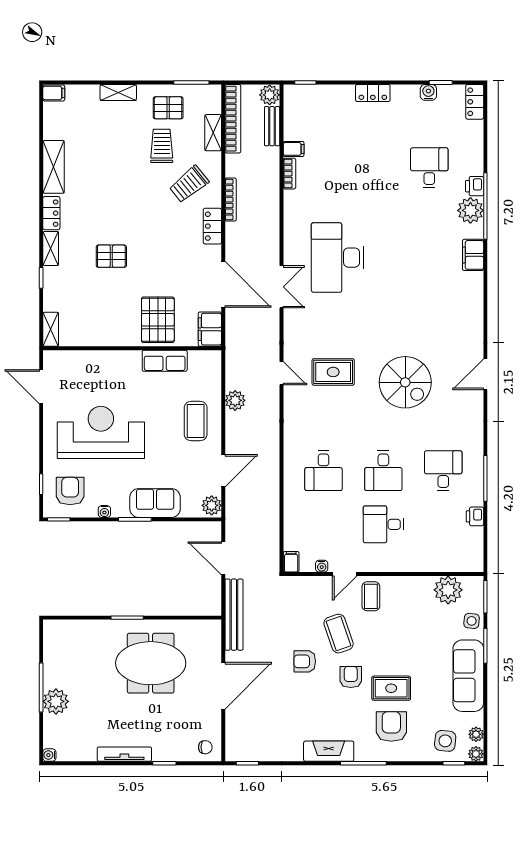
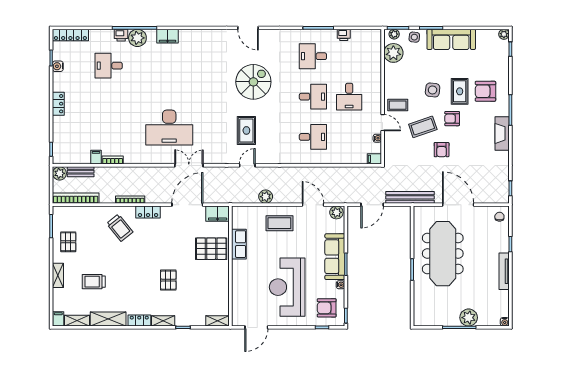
locker: (475, 102) -> (70, 35), width x1.53
shelving: (213, 133) -> (77, 321), moved
trolley: (162, 146) -> (94, 282), moved
sofa: (155, 503) -> (335, 257), width x1.36
meeting table: (151, 663) -> (443, 254), width x1.36
plant: (476, 734) -> (394, 34), moved
side table: (445, 741) -> (433, 90), moved

